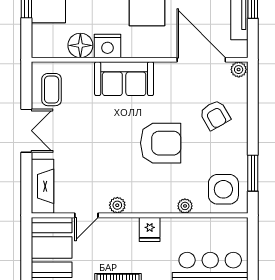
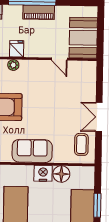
fireplace: (42, 186) -> (89, 79), removed
plant: (117, 205) -> (13, 65), moved
door: (86, 215) -> (59, 59), swing flipped

